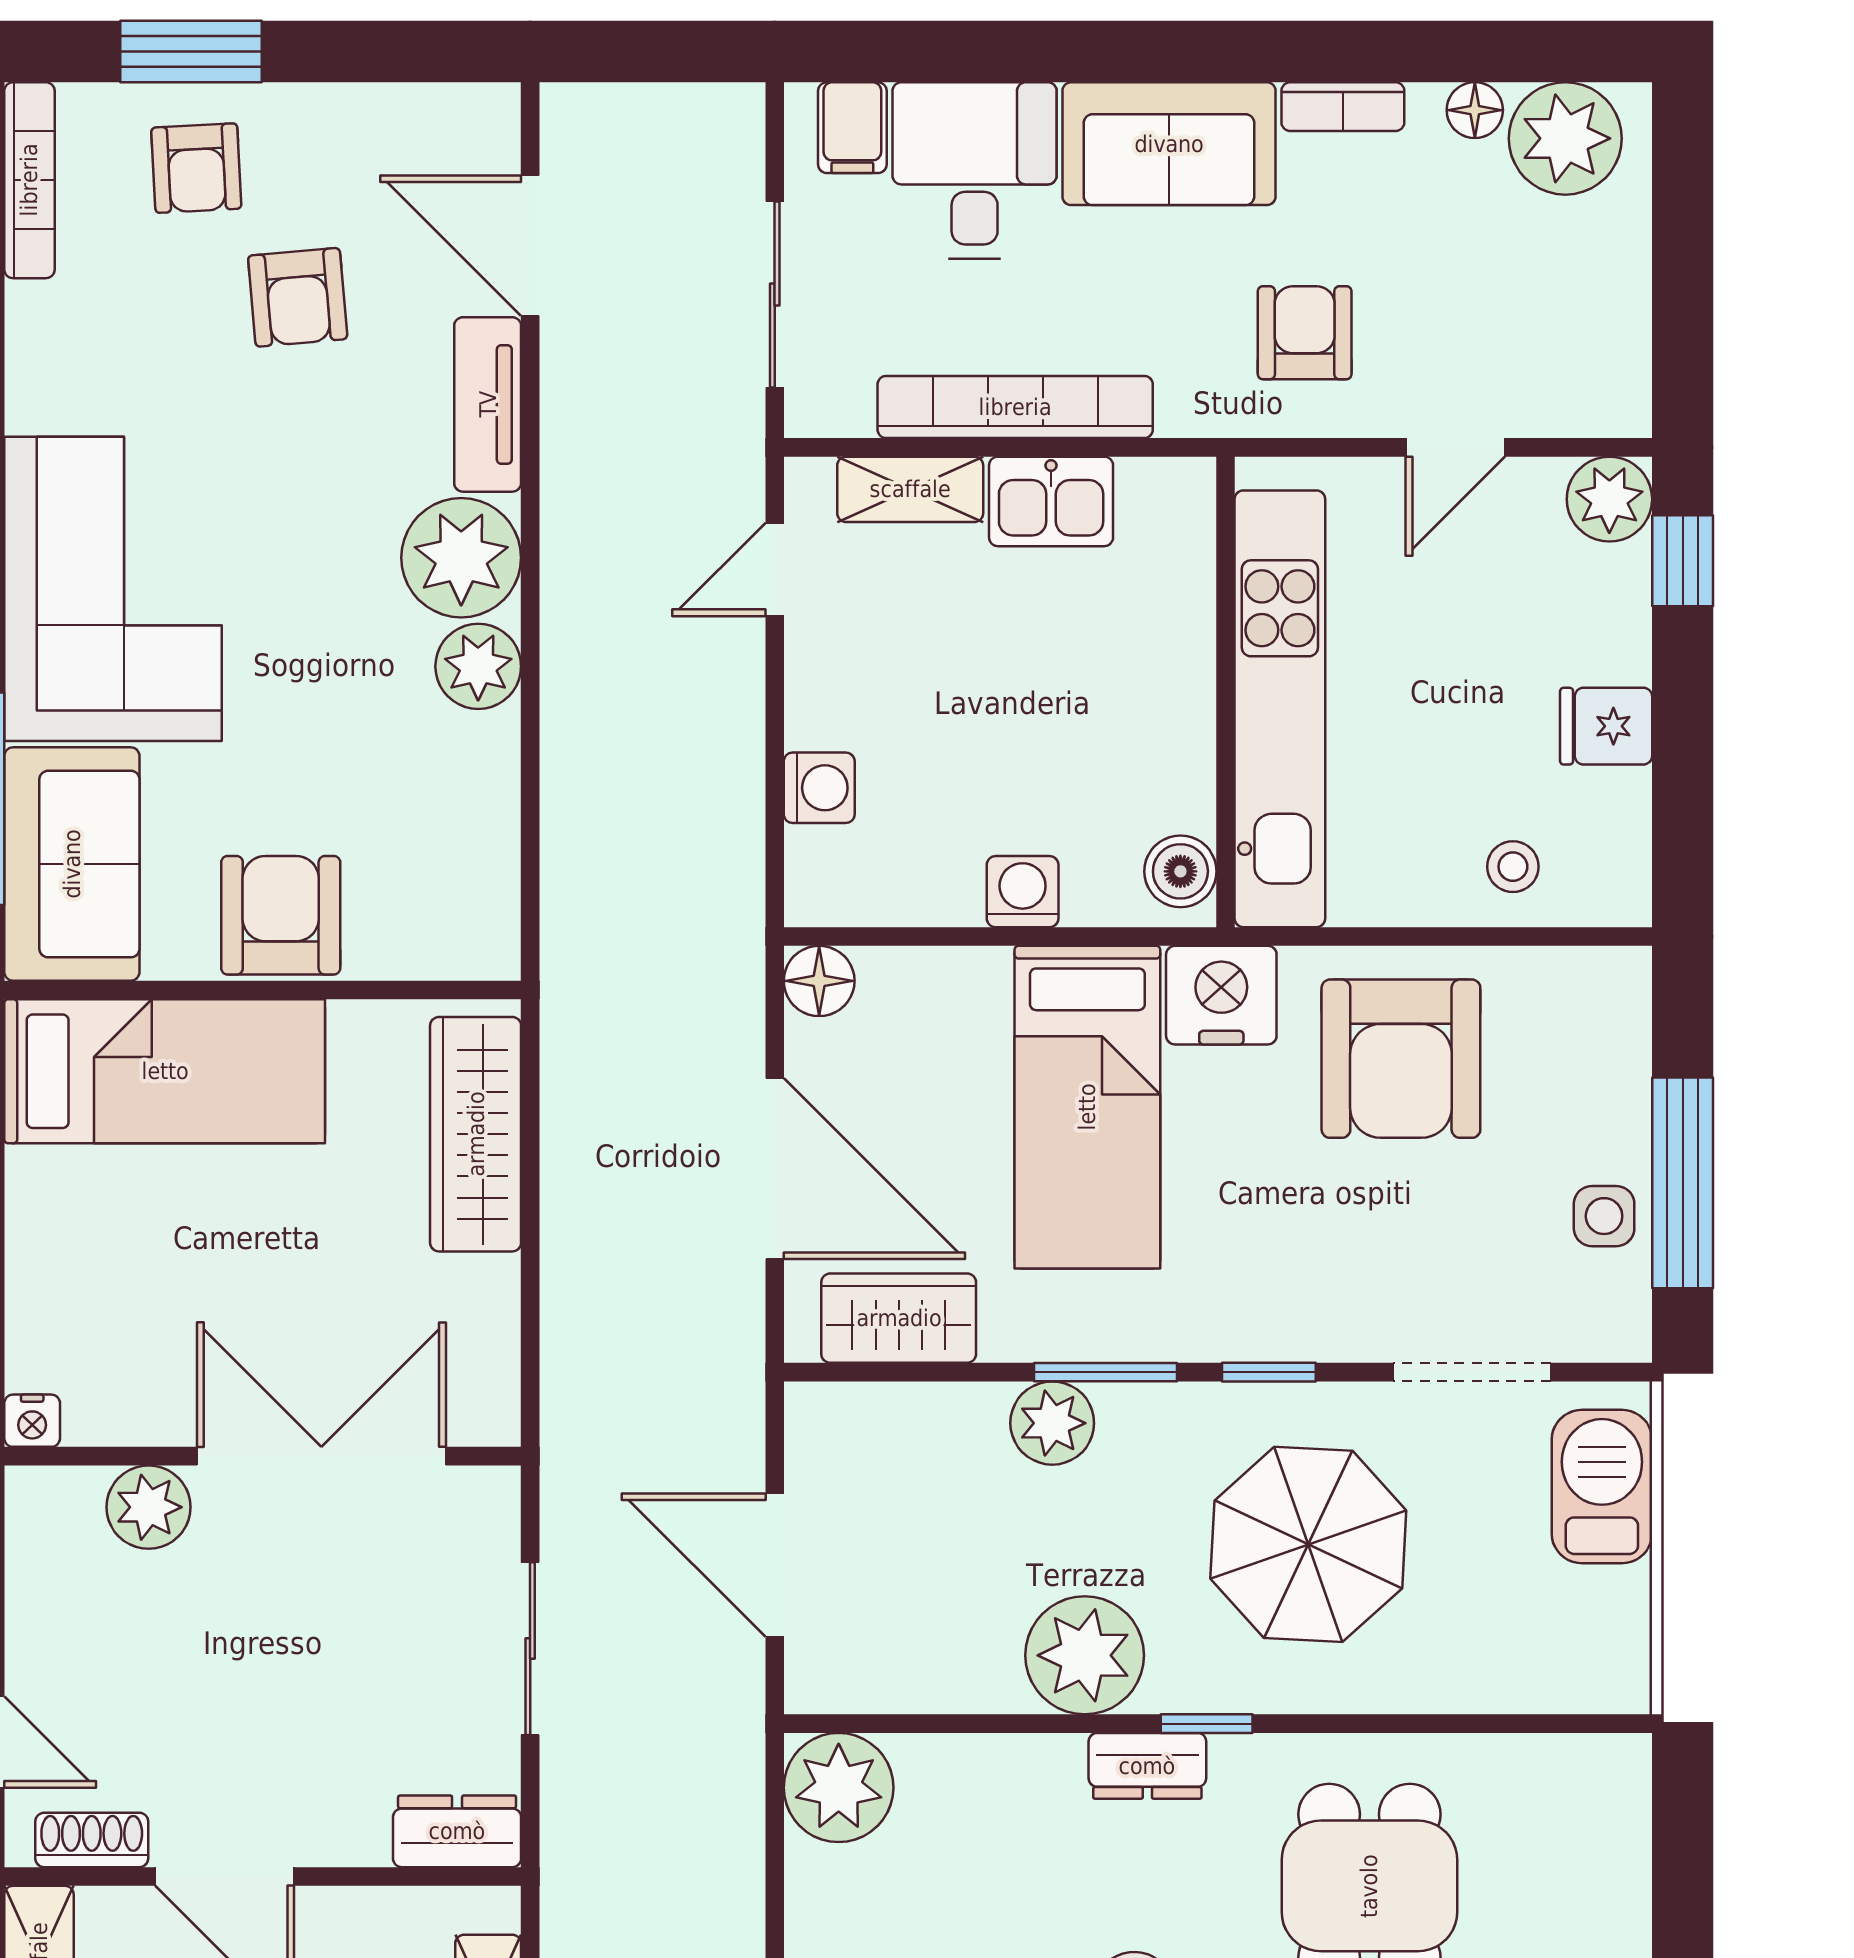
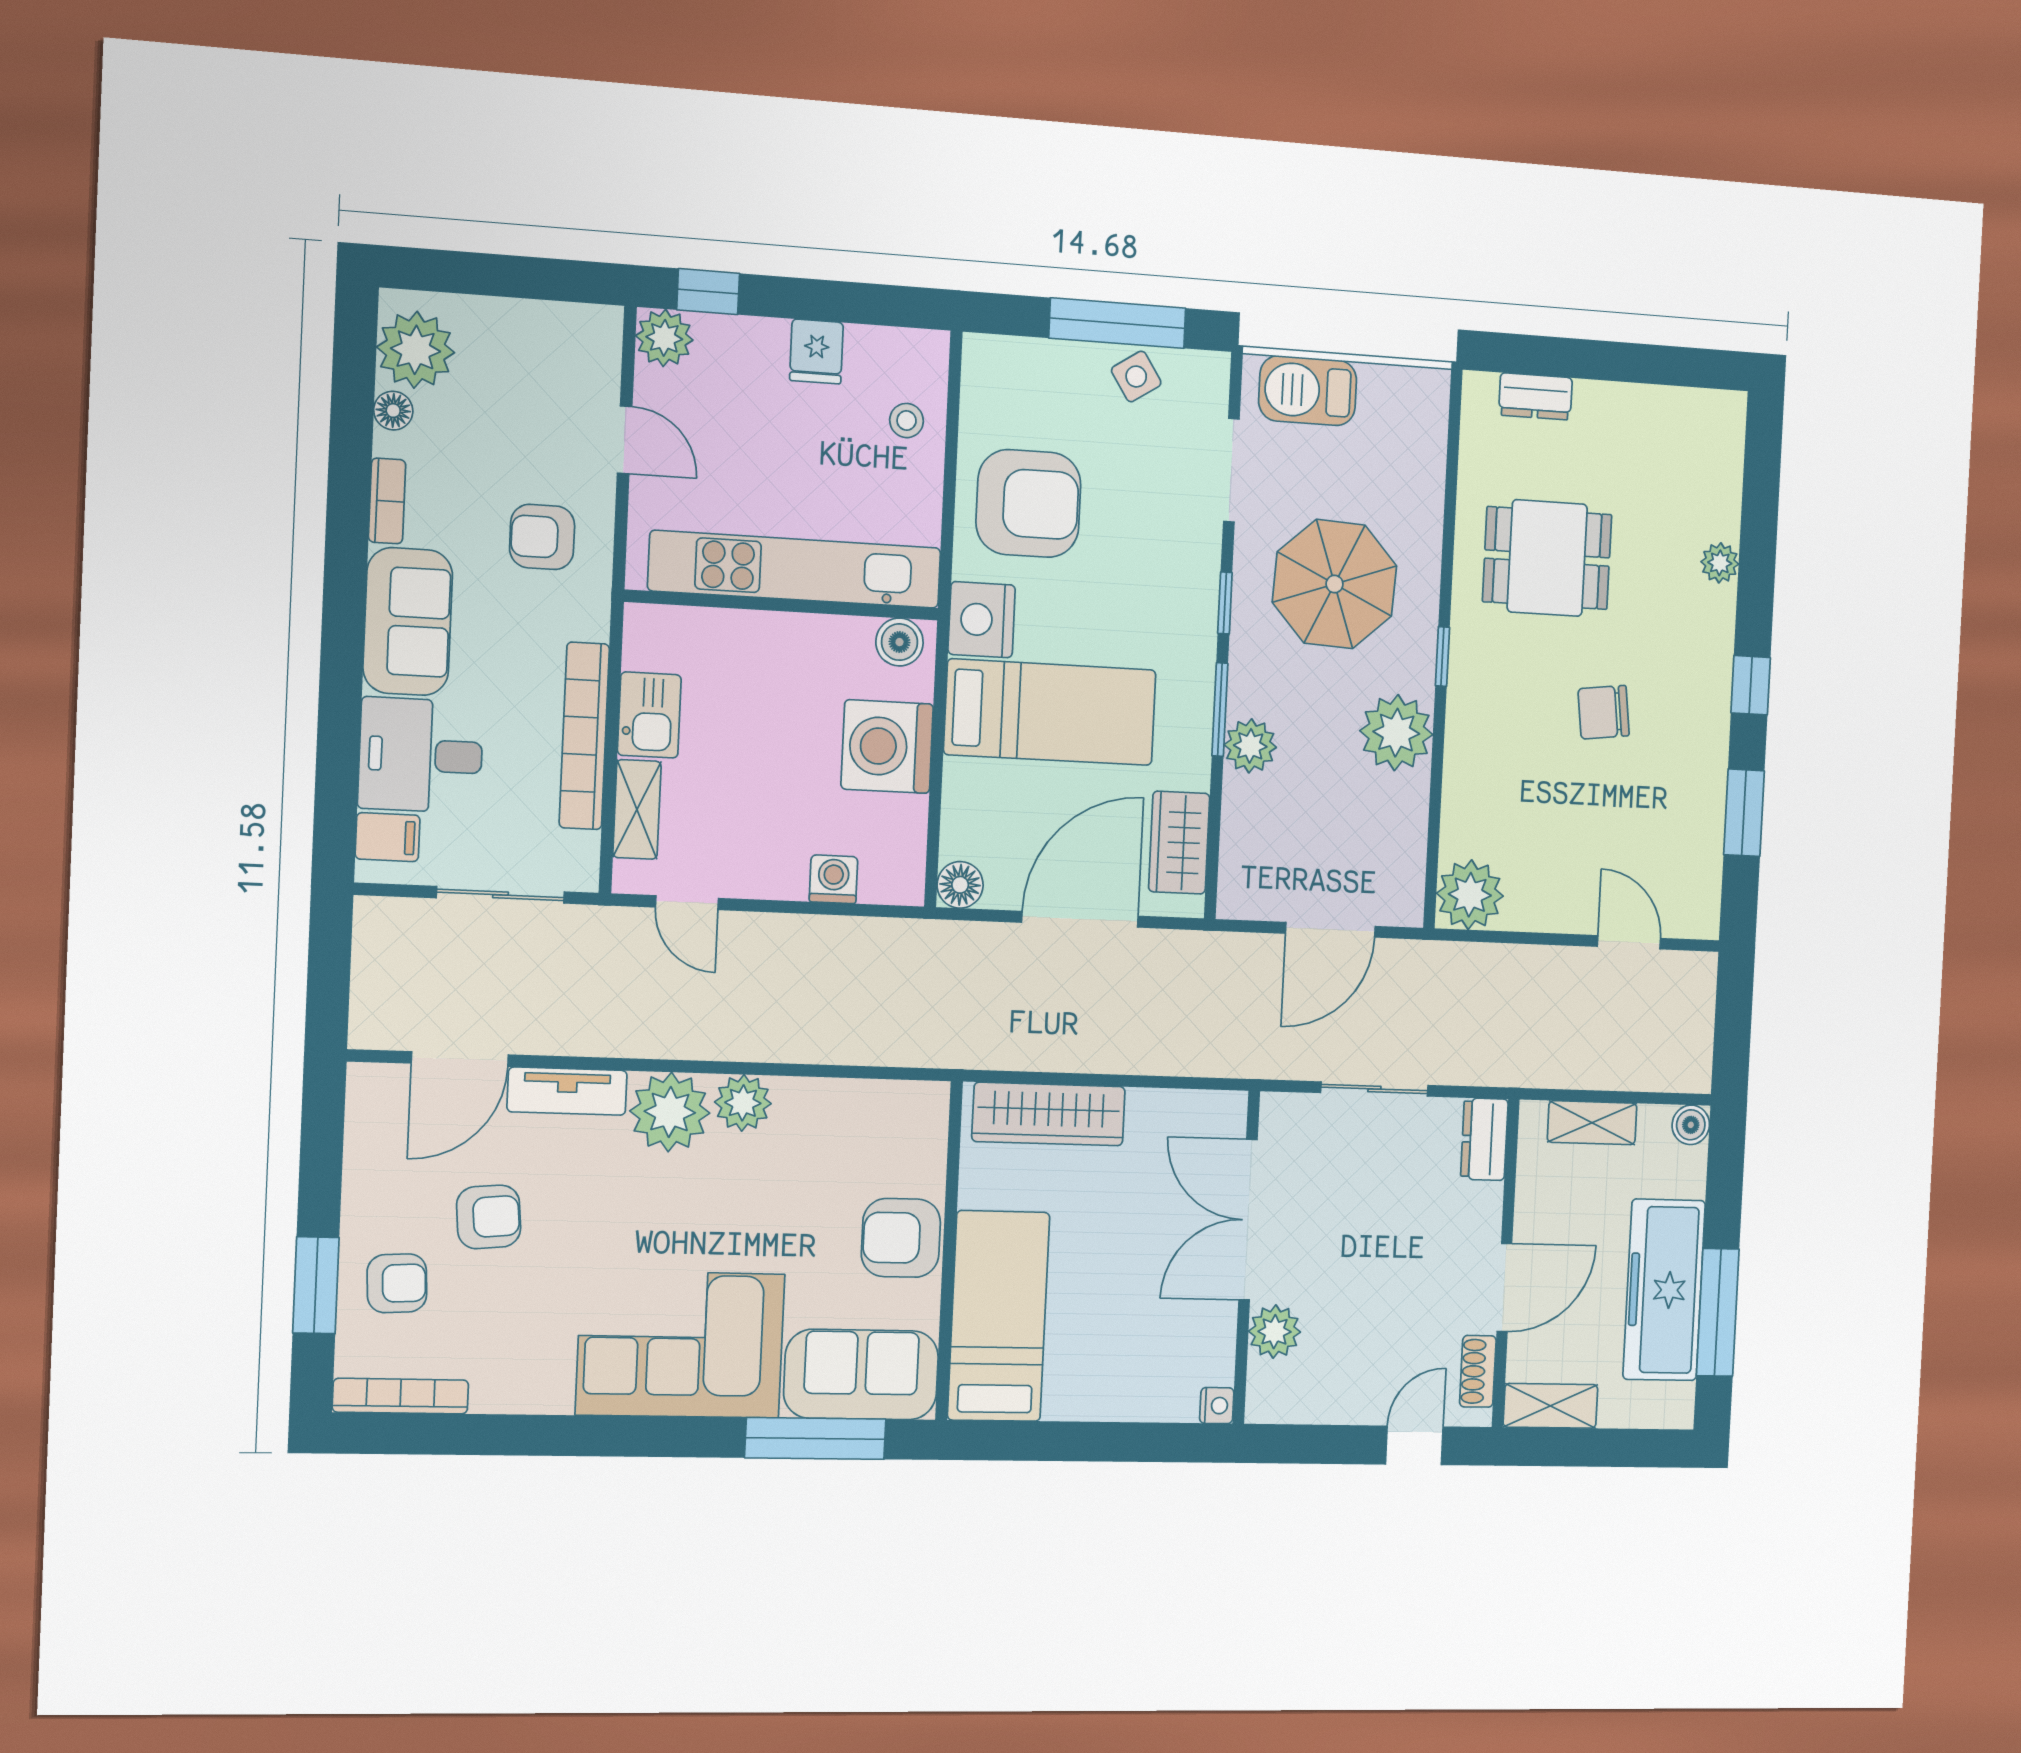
washing machine: (1023, 892) -> (887, 747), width x1.89, depth x1.89
side table: (1604, 1216) -> (1136, 376), turned -33
dresser: (1147, 1766) -> (1535, 396), moved, turned 90

